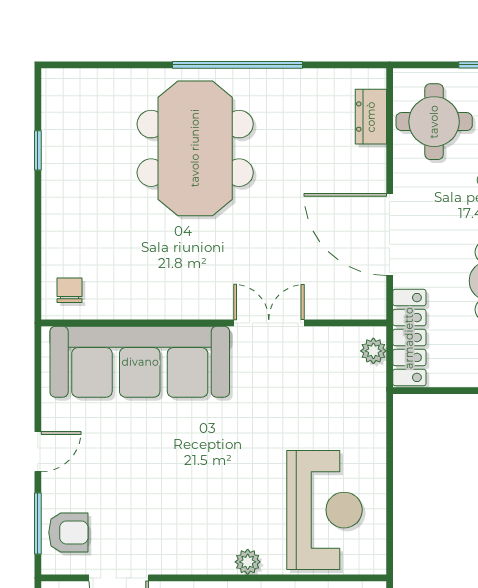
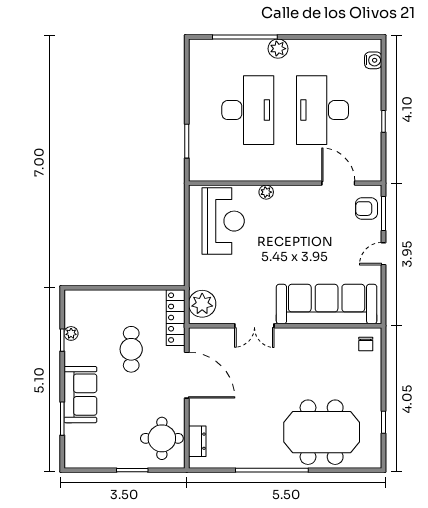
meeting table: (195, 148) -> (322, 432), moved, turned 90
plant: (373, 351) -> (202, 304), width x1.87, depth x1.87
reception desk: (325, 510) -> (223, 221), turned 180

